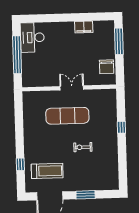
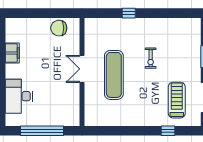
desk: (32, 37) -> (19, 96), moved, turned 90
window: (119, 41) -> (30, 13), removed
chair: (107, 67) -> (59, 28), turned 180

